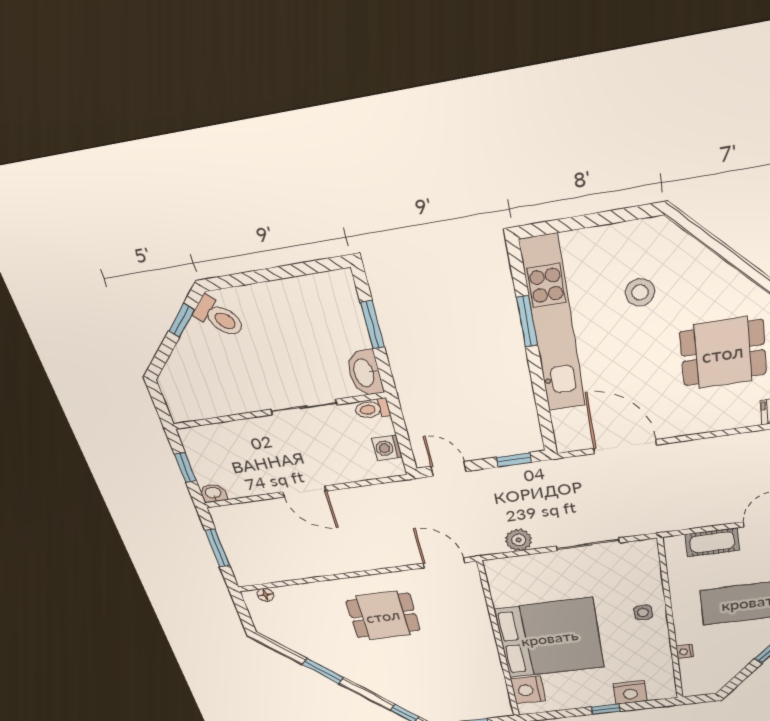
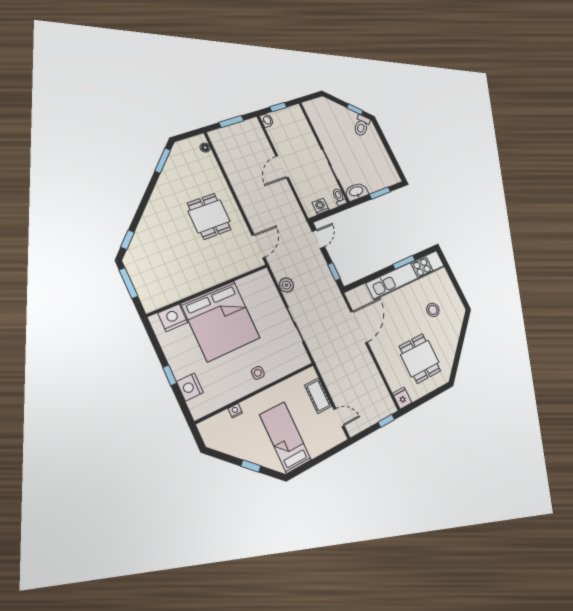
window: (323, 671) -> (163, 161), moved

